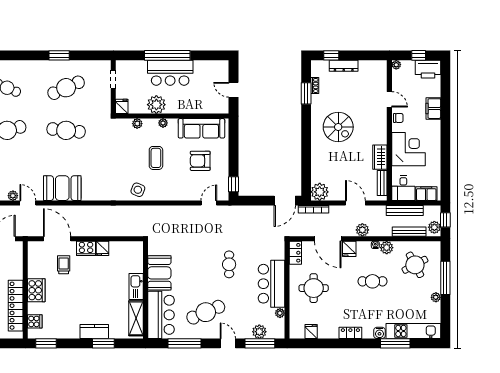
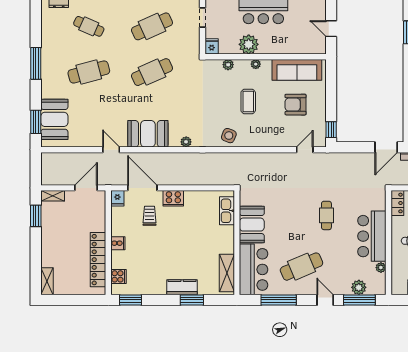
cafe table: (66, 130) -> (152, 72), turned -30
plant: (13, 196) -> (186, 142), moved
fridge: (103, 248) -> (117, 198), moved
kitchen sink: (136, 287) -> (227, 211), moved
cooker: (36, 290) -> (118, 243), width x0.53, depth x0.76

